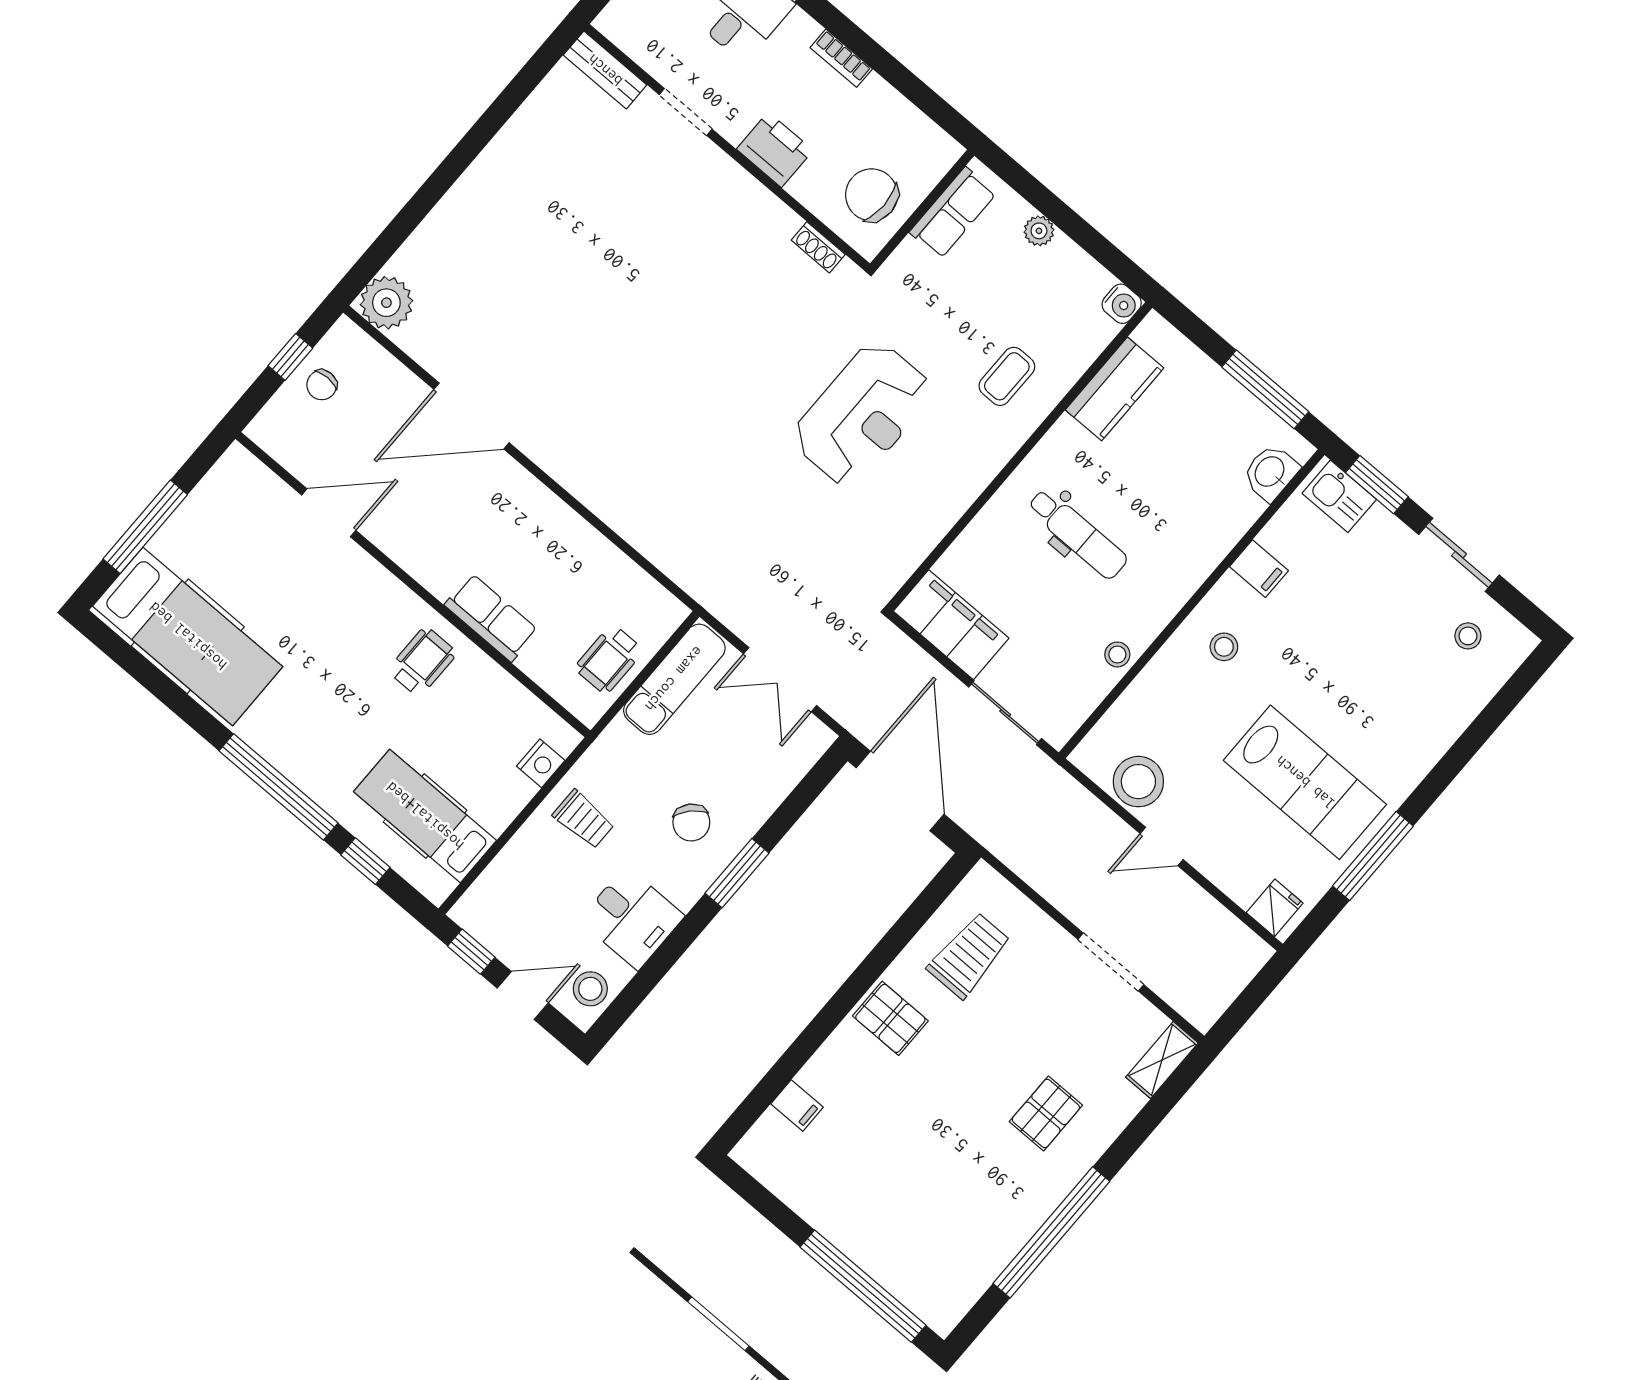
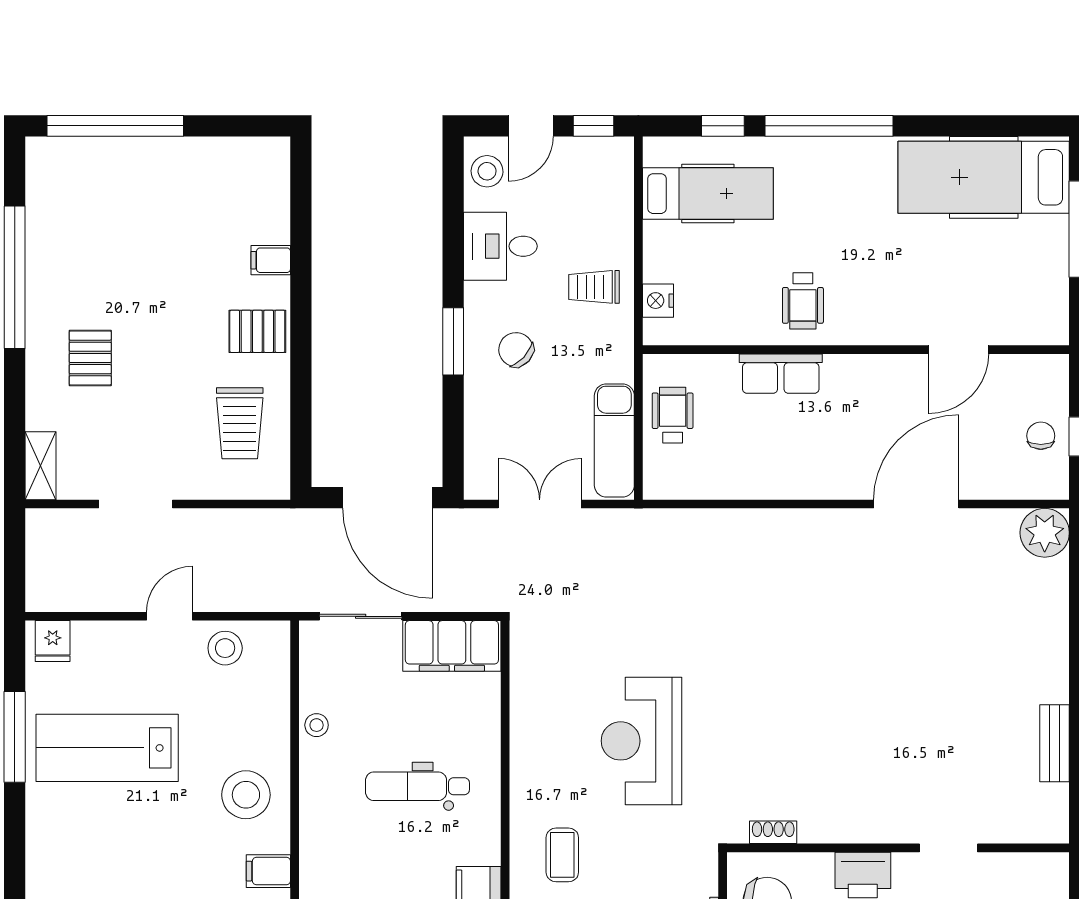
bench: (605, 70) -> (1055, 743), moved, turned 90
stool: (1224, 647) -> (246, 795), width x1.89, depth x1.89
stool: (1138, 782) -> (225, 648), width x0.73, depth x0.73
filing cabinet: (797, 1106) -> (271, 260), moved

